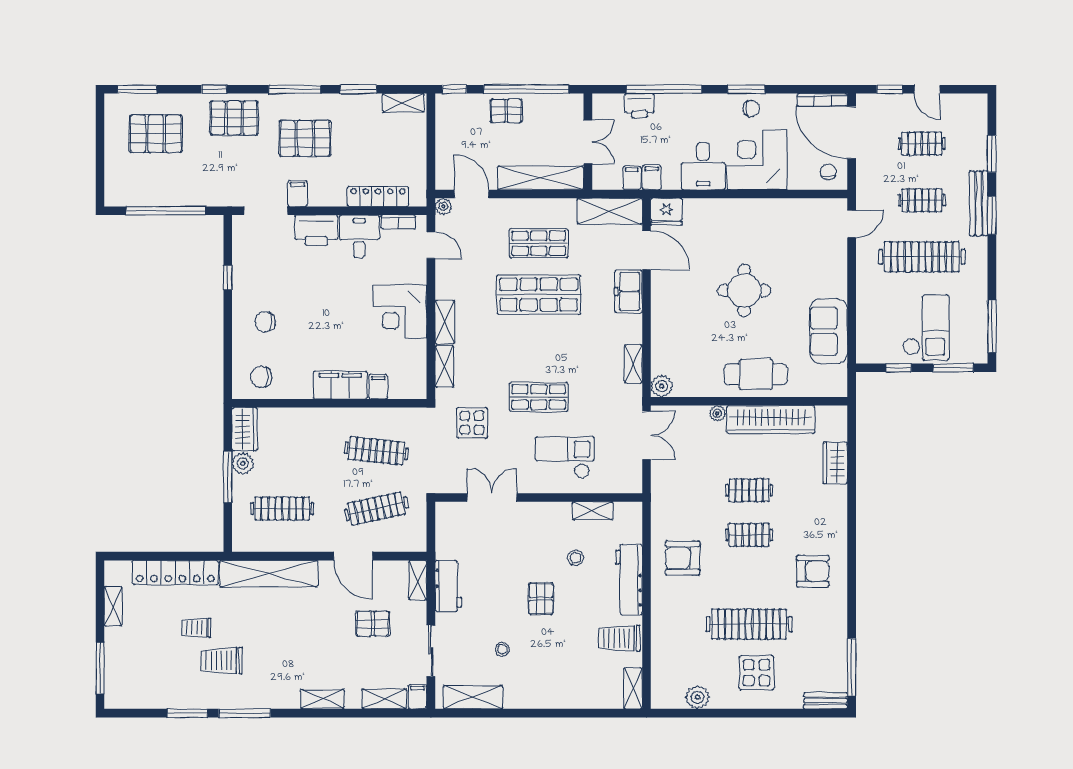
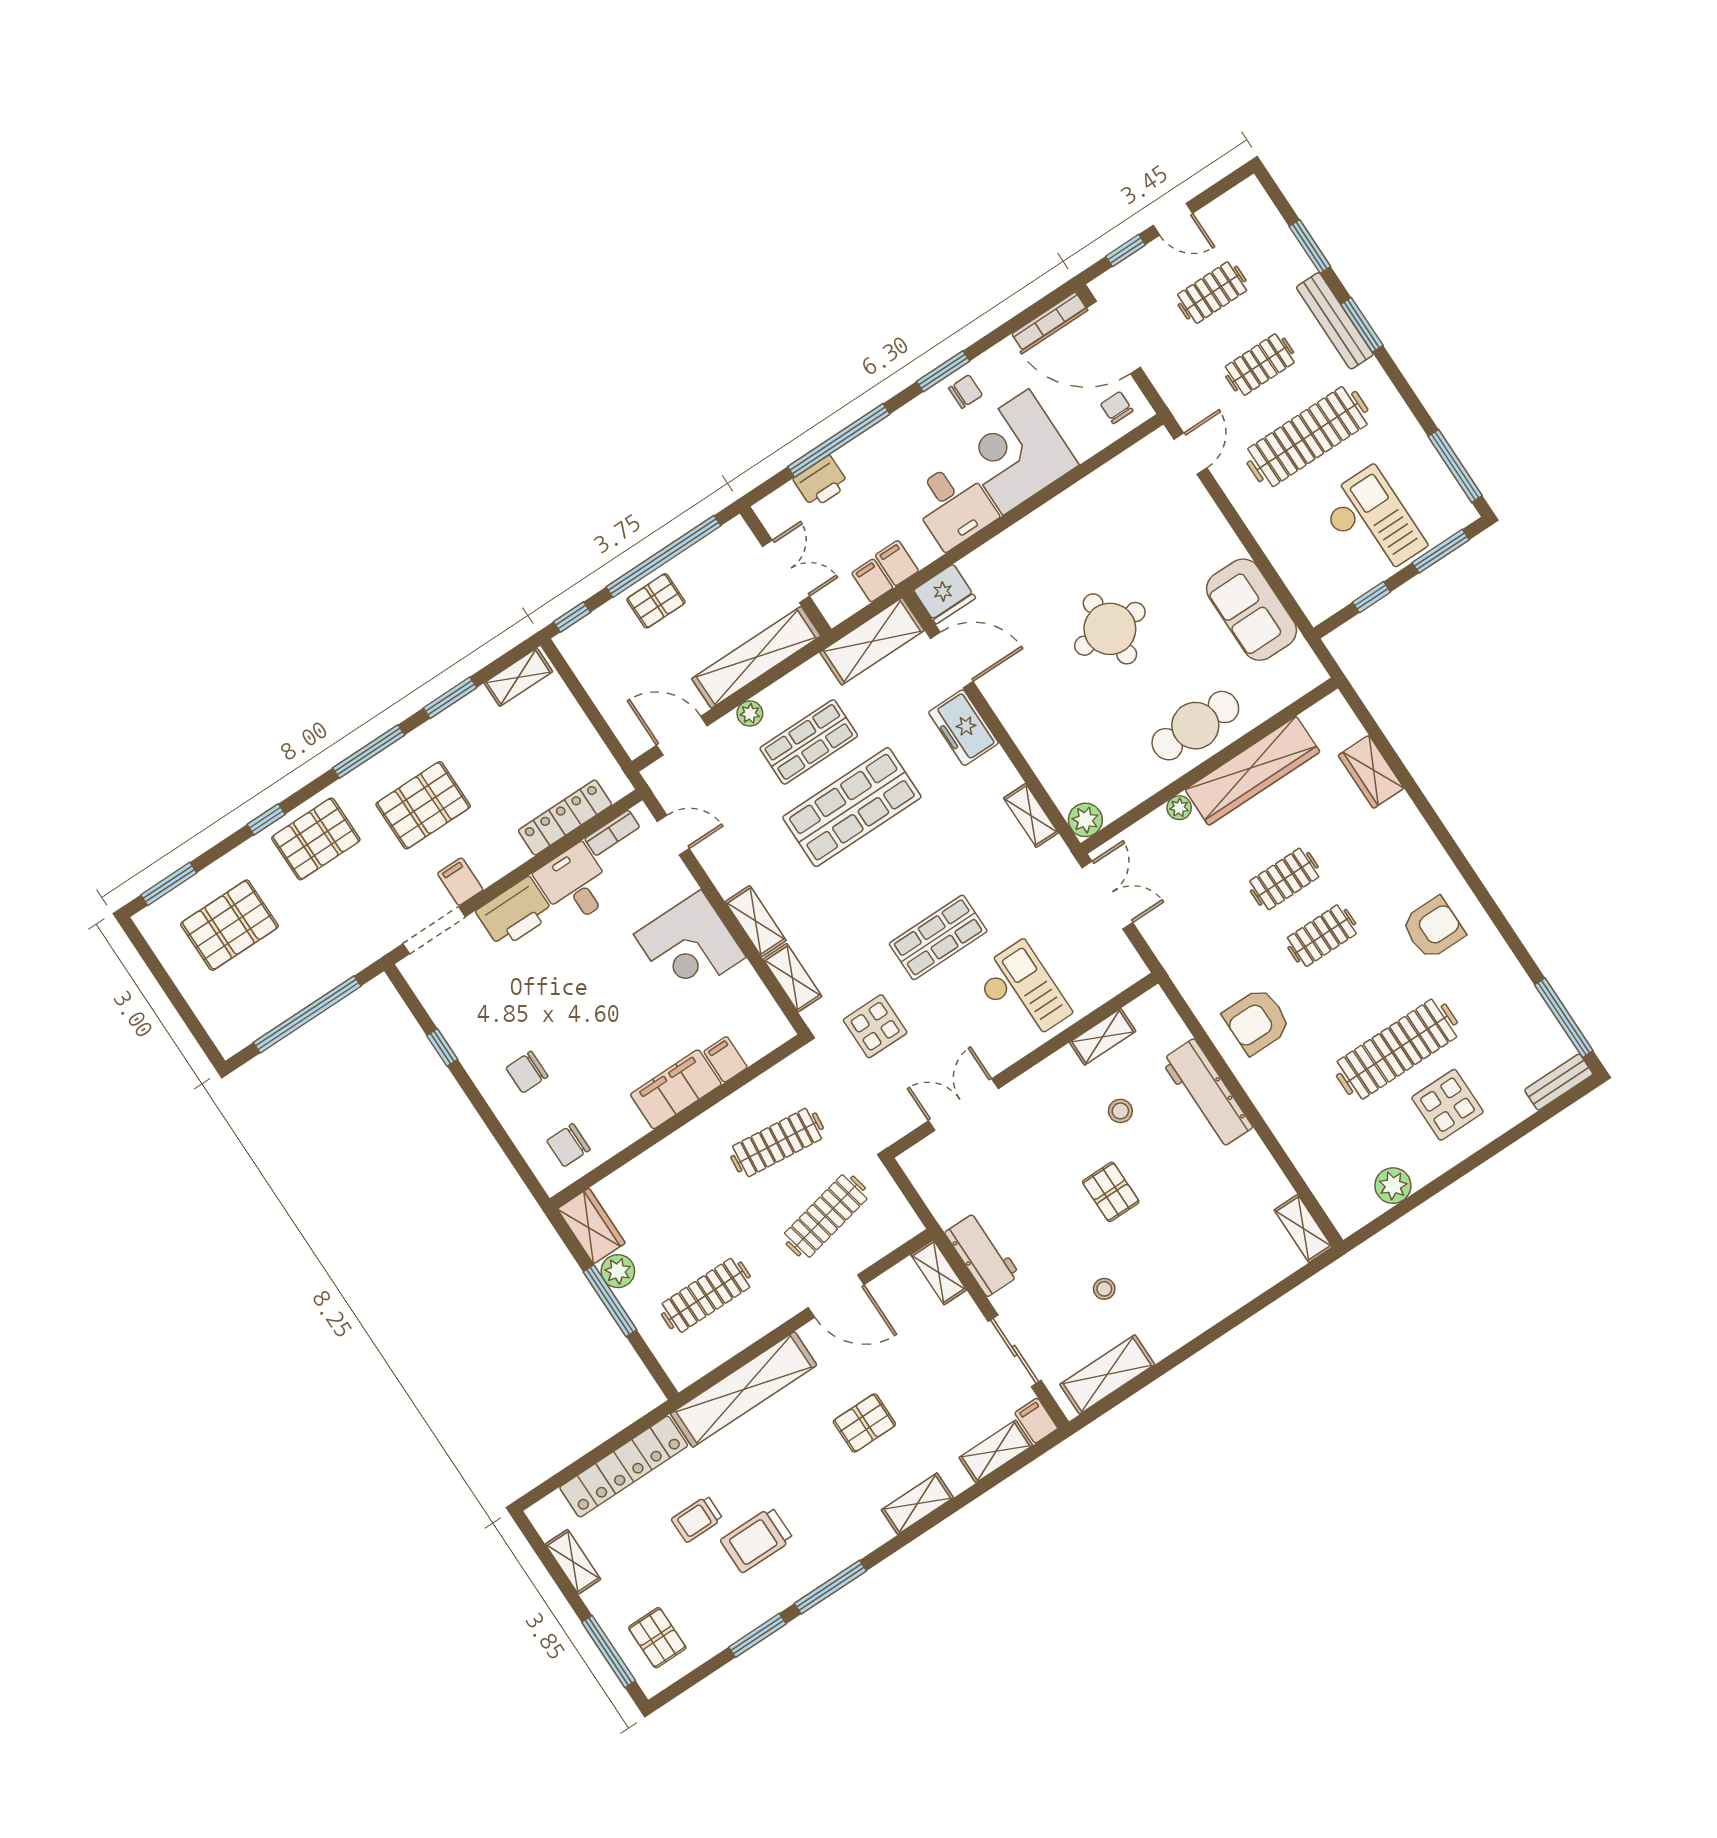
plant: (443, 206) -> (750, 714), moved
checkout: (565, 458) -> (1022, 993), turned 90
pallet: (373, 624) -> (864, 1423), moved
trolley: (619, 638) -> (1244, 1176), removed
pallet: (132, 678) -> (657, 1638), added

